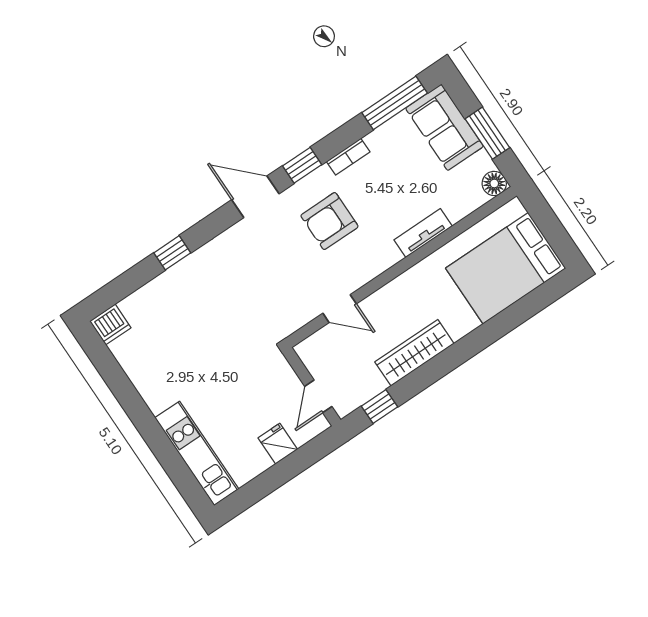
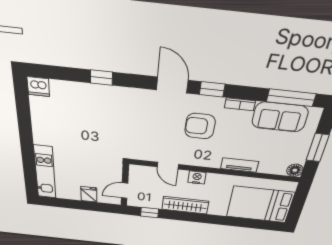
sofa: (445, 127) -> (280, 117), moved, turned -90
nightstand: (390, 296) -> (197, 177), added

